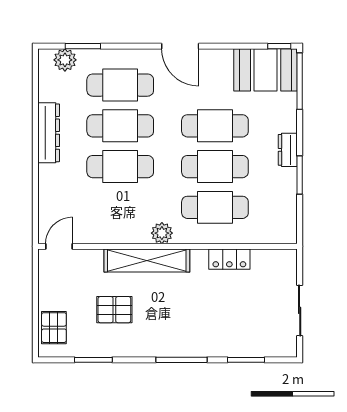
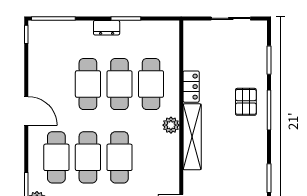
door: (180, 46) -> (26, 111), hinge flipped
booth: (266, 70) -> (45, 45), removed
locker: (229, 259) -> (191, 87), moved
pallet: (114, 310) -> (246, 102), moved

